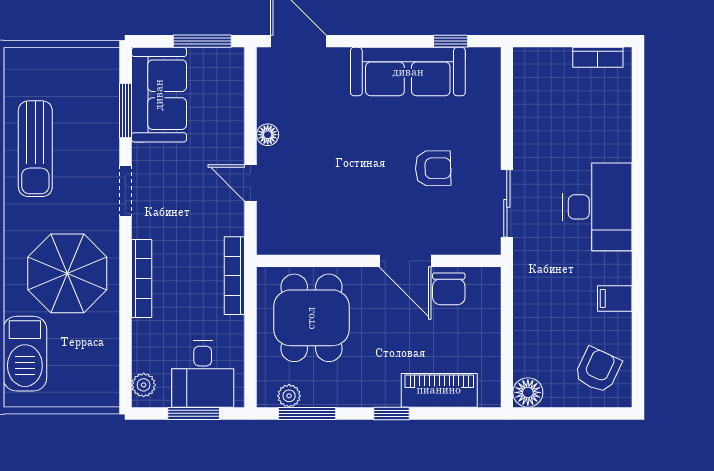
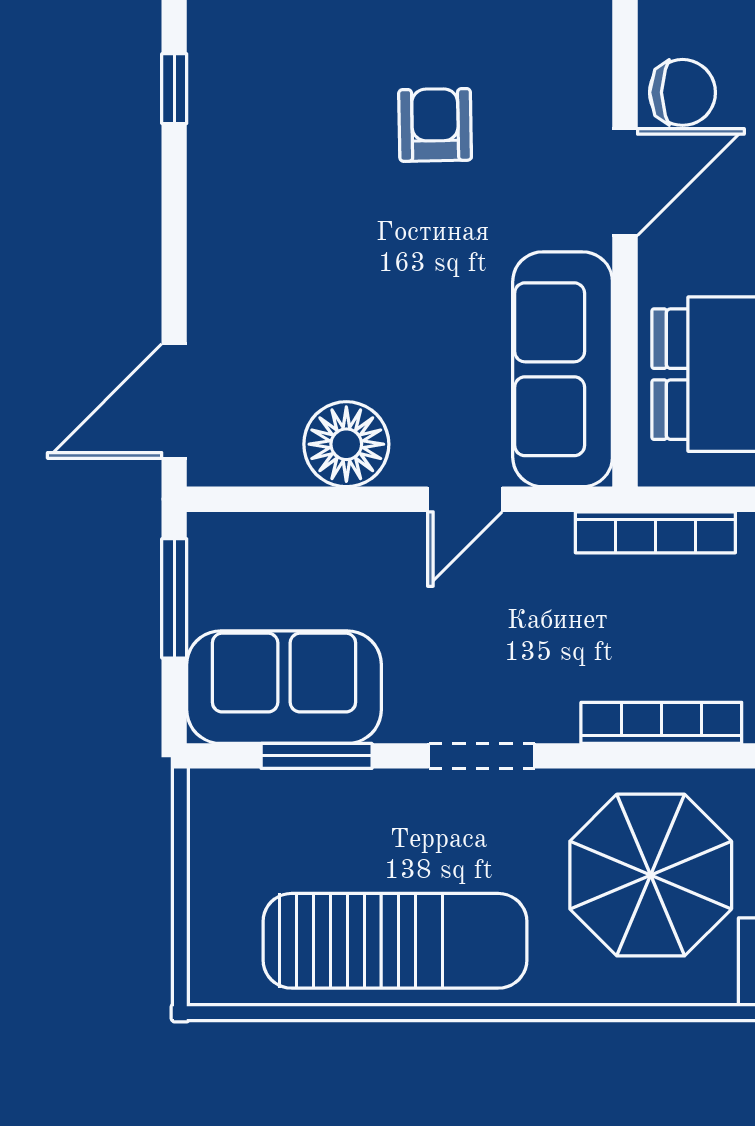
sofa: (408, 72) -> (563, 369), moved, turned 180
floor lamp: (268, 135) -> (346, 444), width x1.89, depth x1.89
sun lounger: (35, 149) -> (395, 941), width x1.36, depth x1.34

